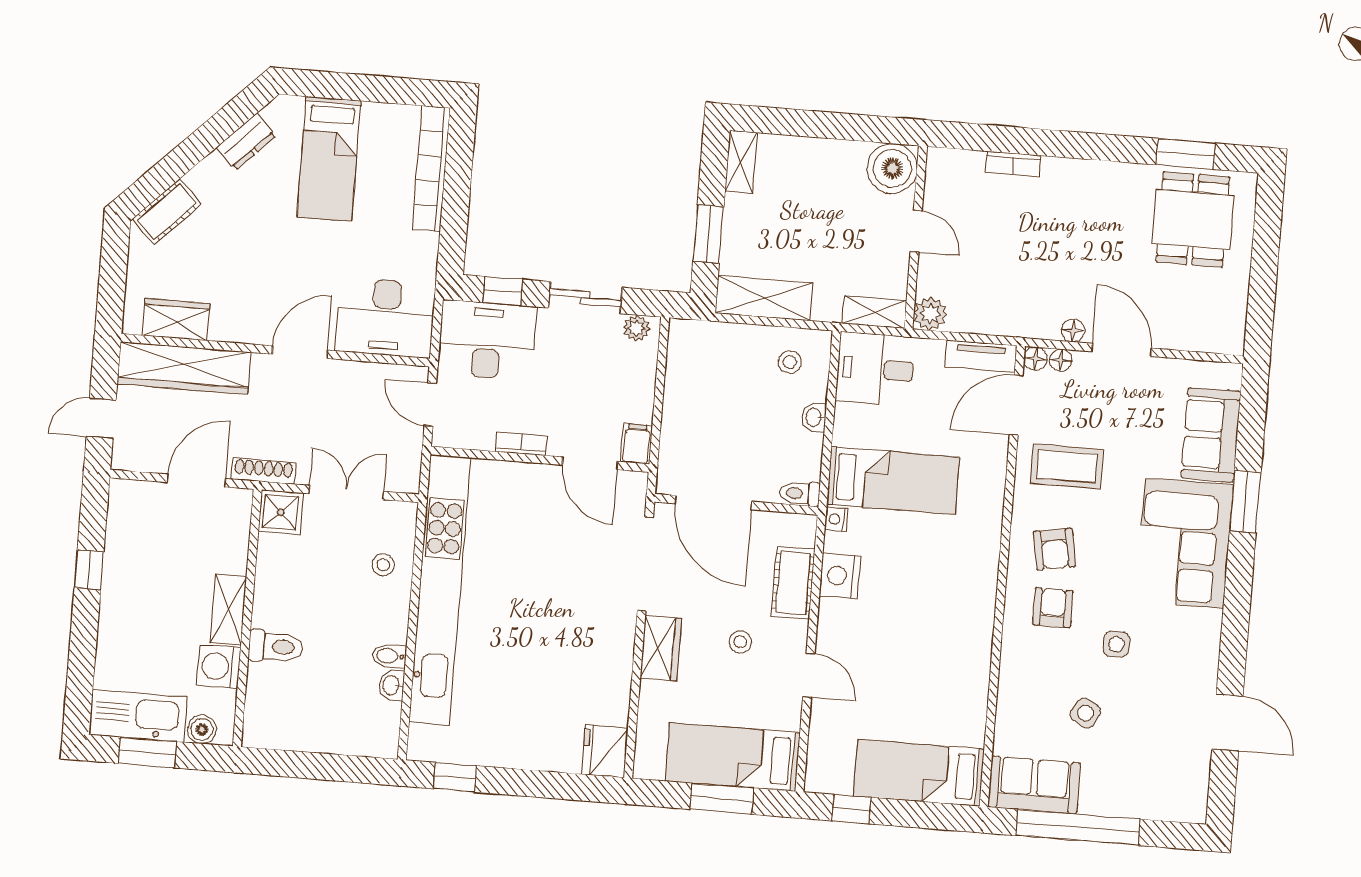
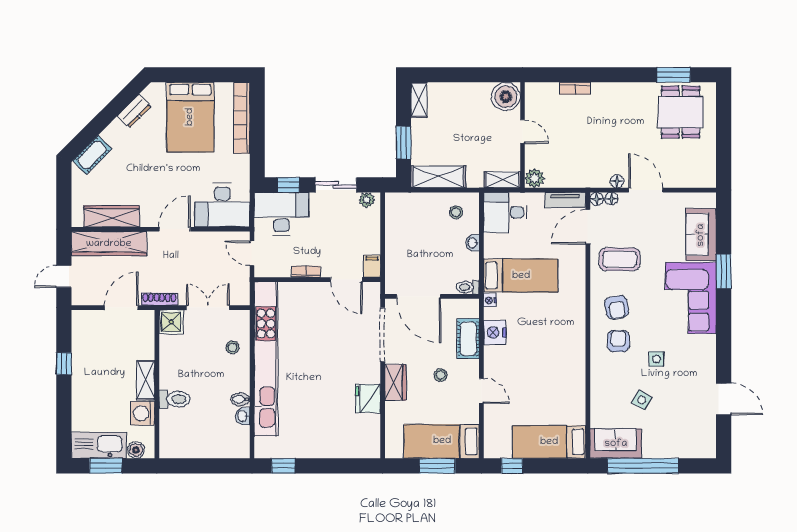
bed: (329, 159) -> (190, 117), width x1.50
wardrobe: (176, 319) -> (111, 216), width x1.50
fridge: (605, 751) -> (368, 399), moved

